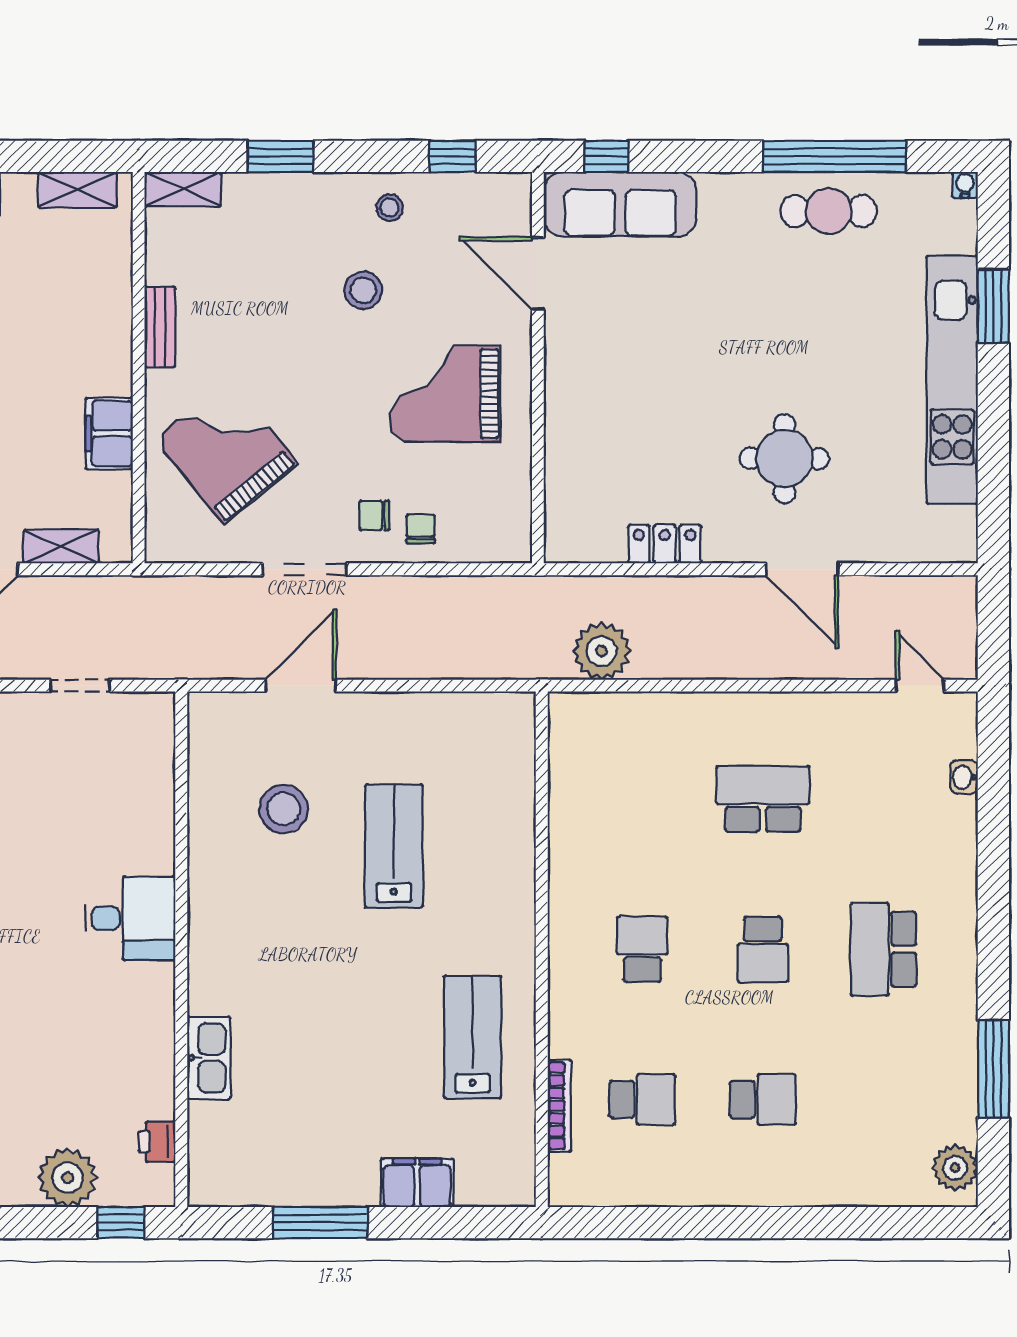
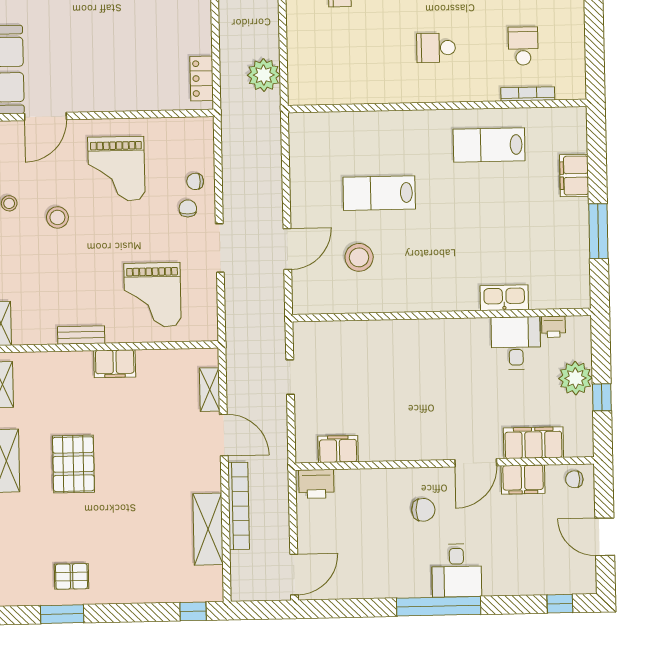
filing cabinet: (109, 433) -> (115, 364), moved
grand piano: (226, 451) -> (153, 295), turned -51
chair: (374, 515) -> (188, 208), turned 180
locker: (665, 544) -> (202, 78), moved
door: (301, 686) -> (287, 249), swing flipped
desk: (130, 918) -> (516, 343), moved
window: (121, 1223) -> (602, 397), moved

